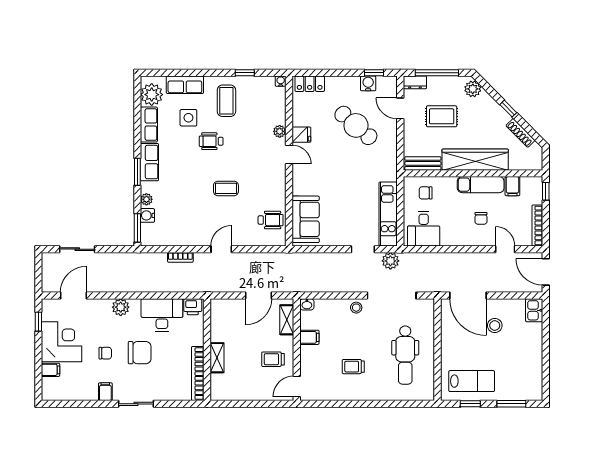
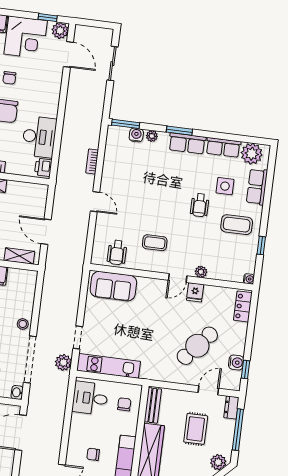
wheelchair: (211, 141) -> (200, 205), turned 180
coffee table: (226, 188) -> (155, 243), moved, turned 90
washbasin: (307, 304) -> (17, 392), moved
plant: (121, 307) -> (60, 31), moved

